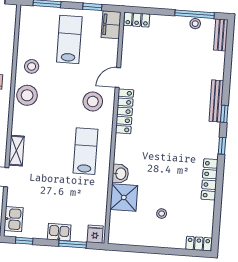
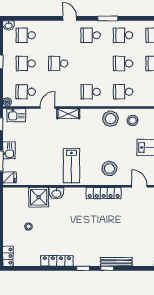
door: (118, 78) -> (139, 186), moved
lab bench: (85, 151) -> (72, 166), turned 90

